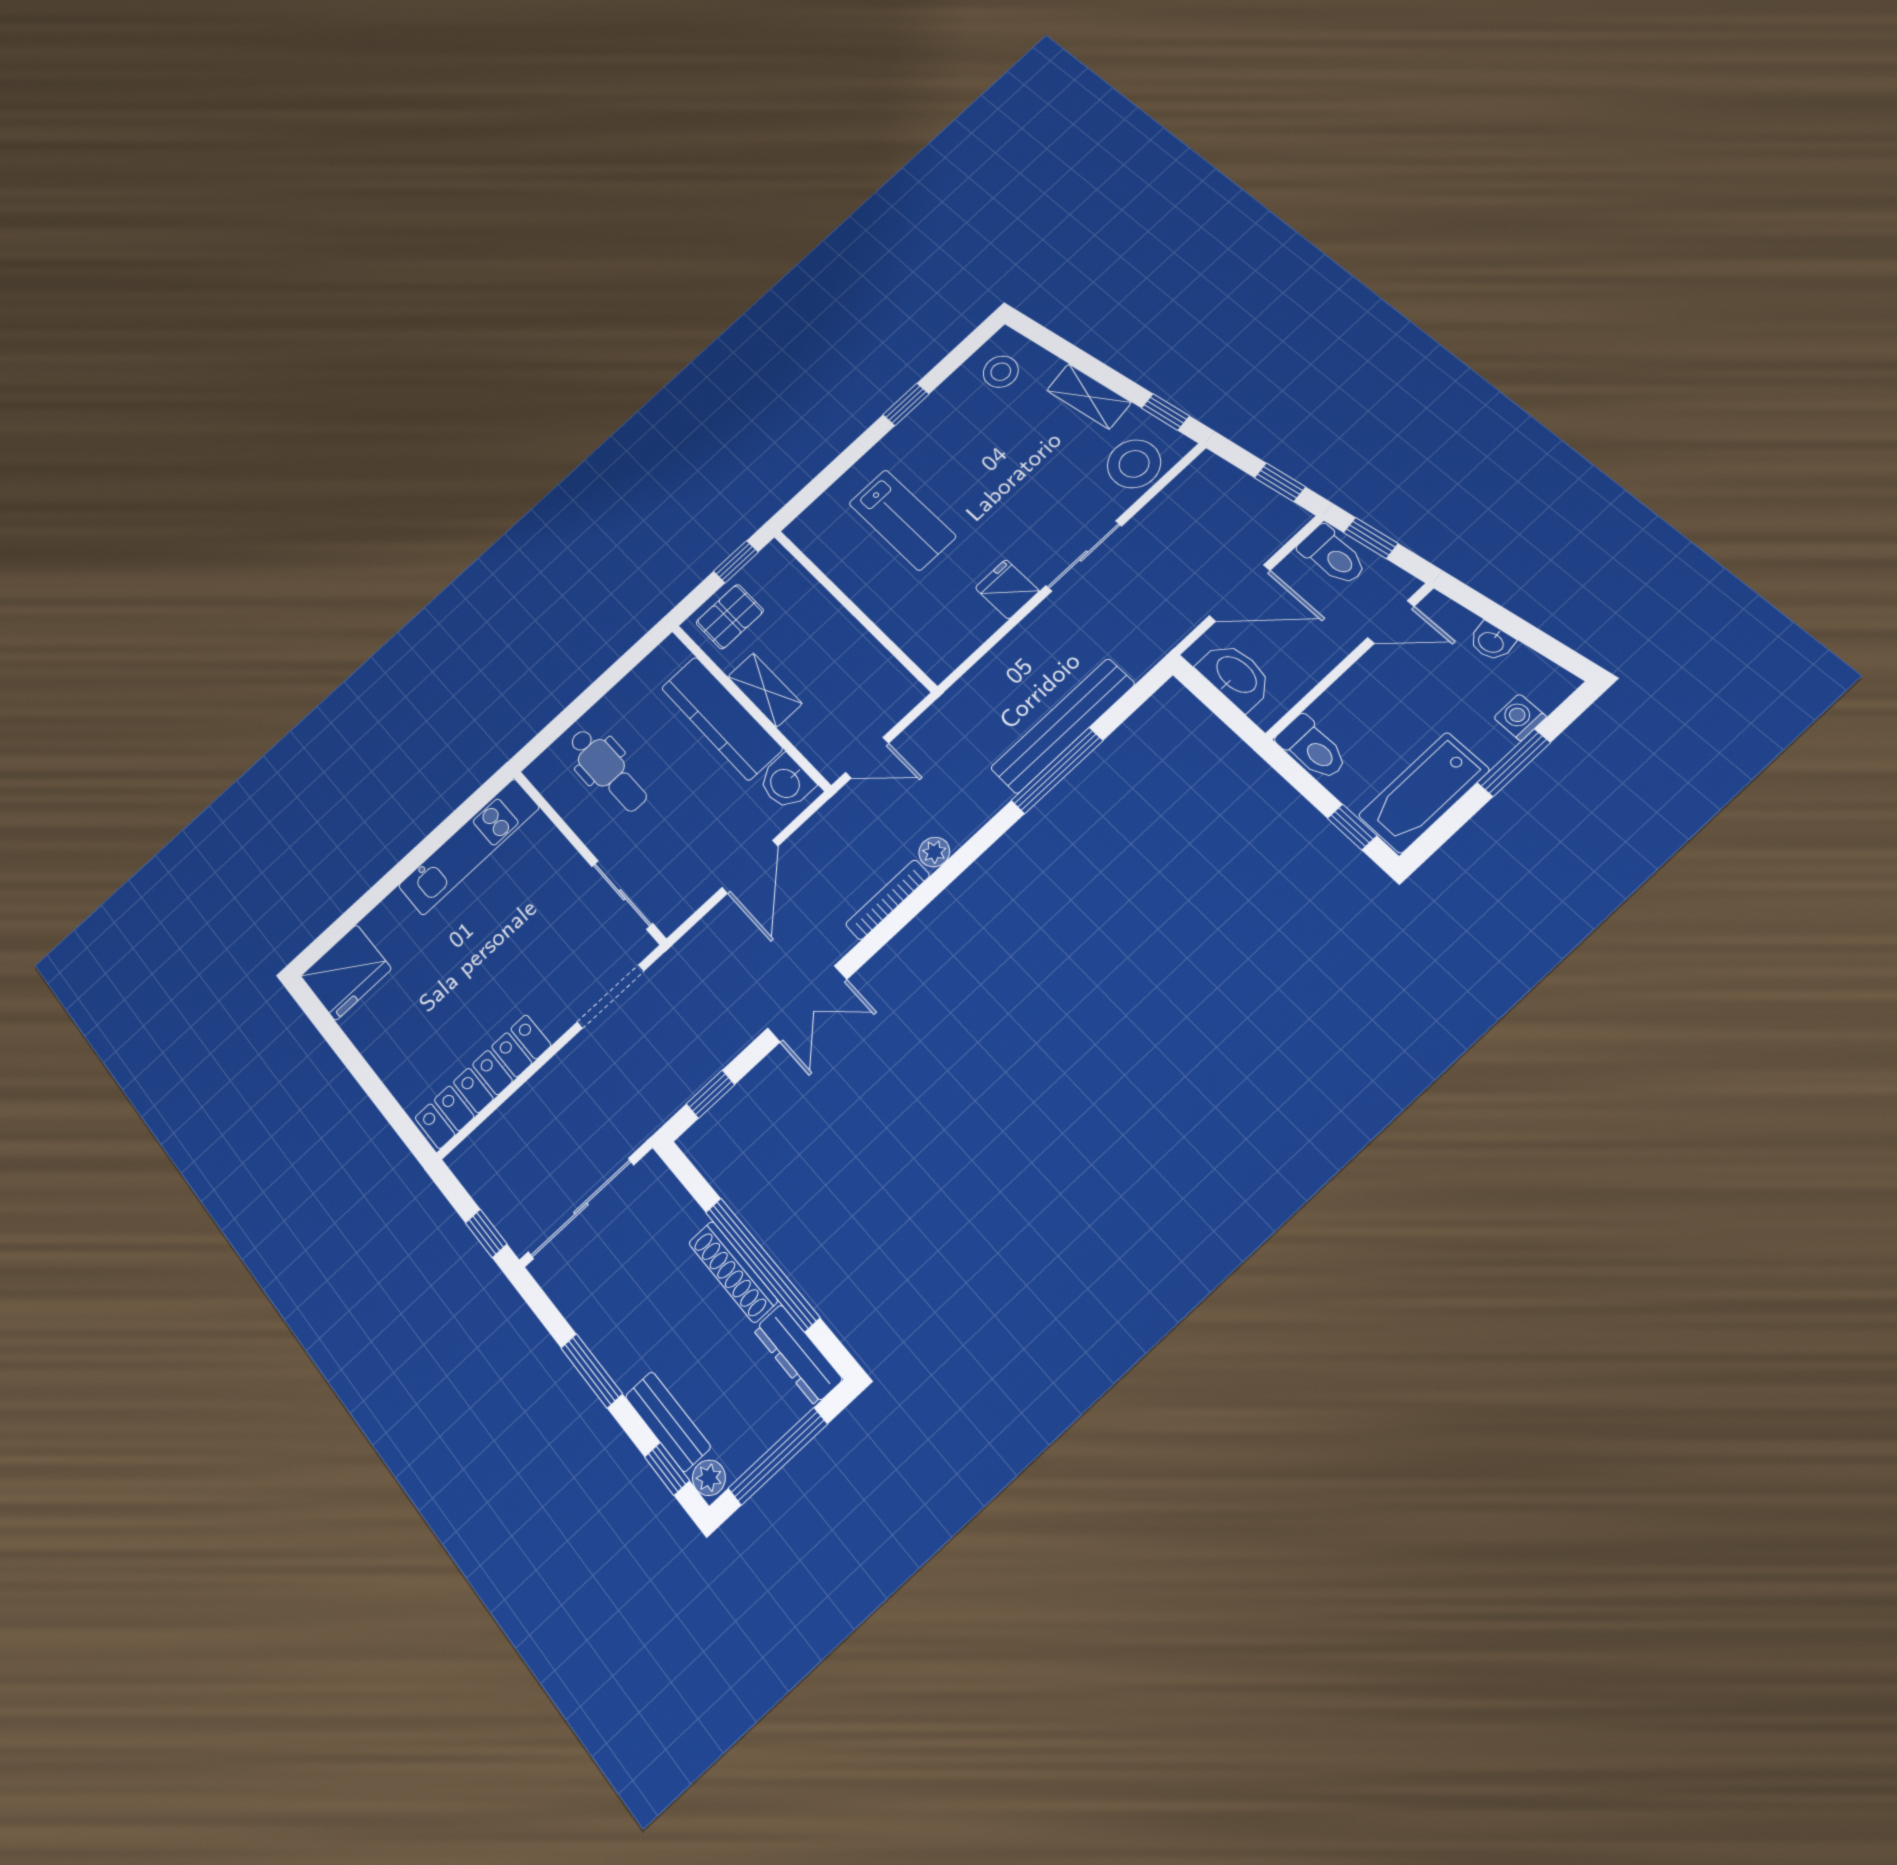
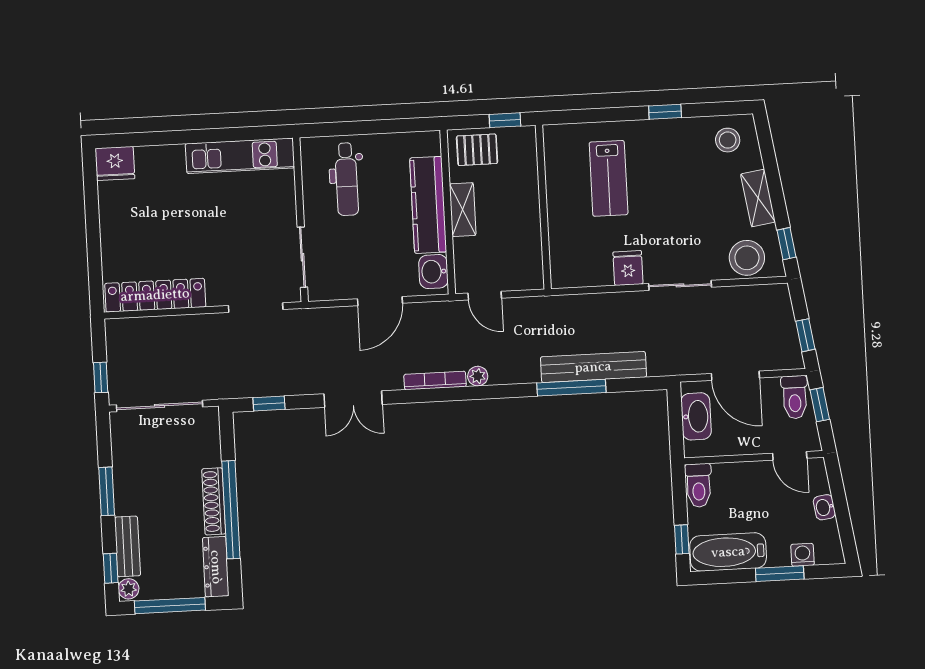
fridge: (346, 972) -> (115, 163), width x0.73, depth x0.75

